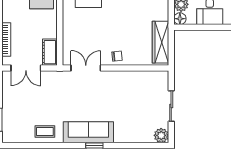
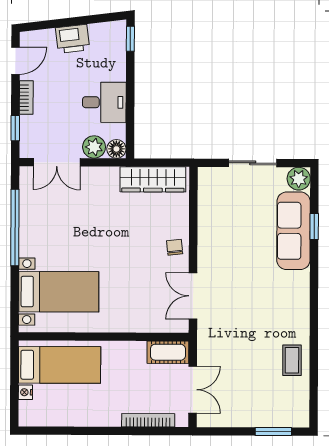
sofa: (88, 132) -> (293, 231), moved
window: (94, 145) -> (314, 227), moved

